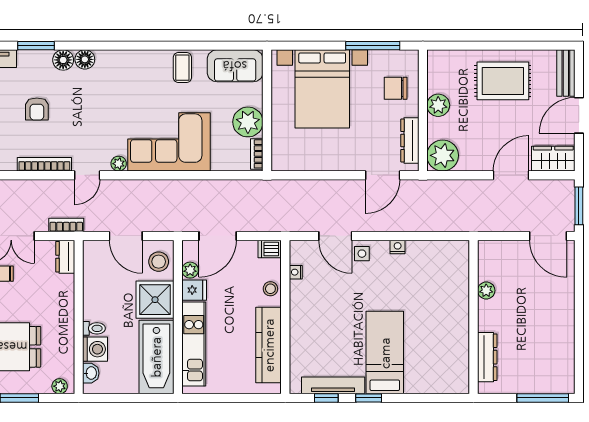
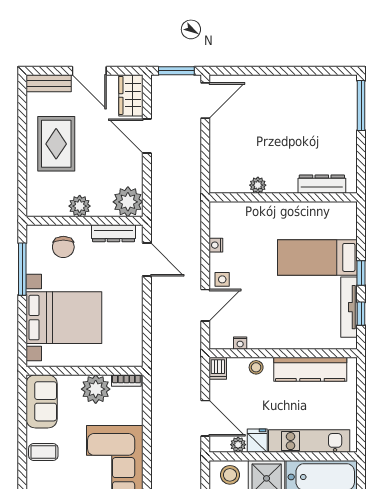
plant: (486, 291) -> (258, 185), moved
wall: (474, 317) -> (283, 197), moved
dresser: (487, 357) -> (322, 184), moved

